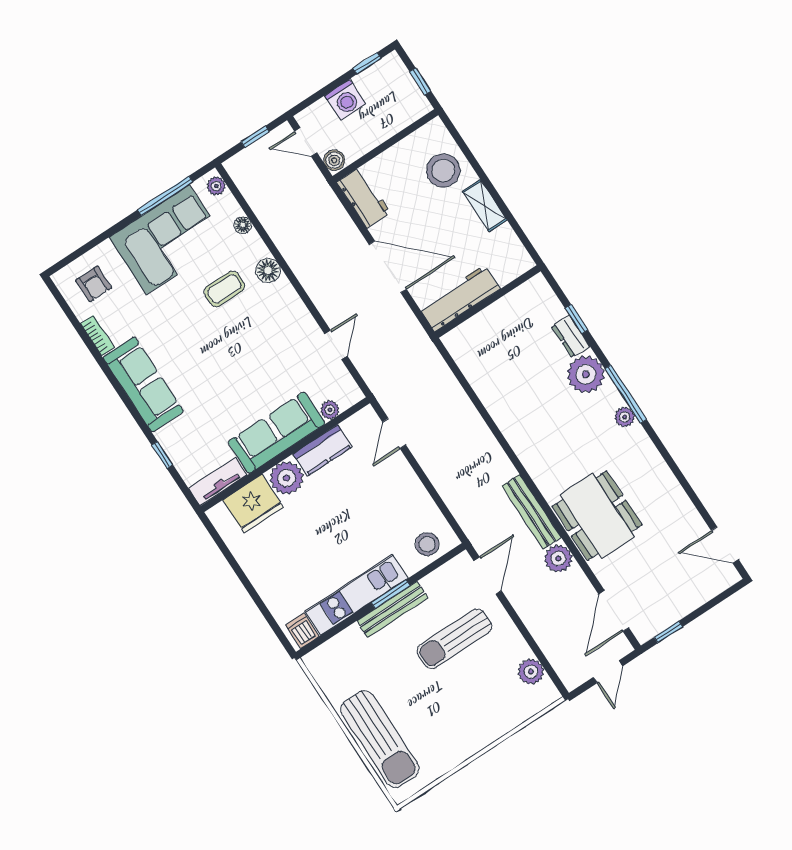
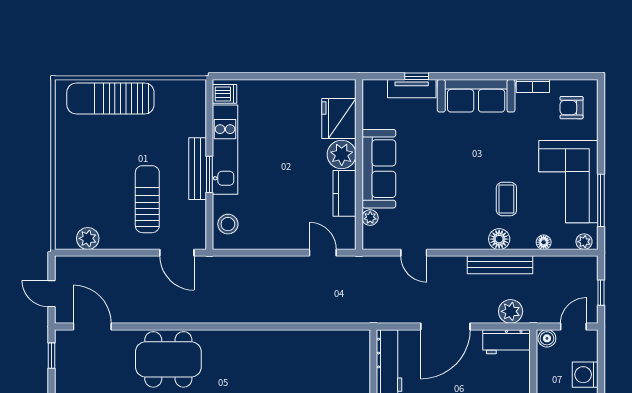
tv unit: (218, 482) -> (412, 89), moved, turned 90
bench: (532, 512) -> (500, 265), moved
plant: (558, 559) -> (511, 311), moved

